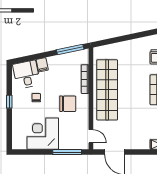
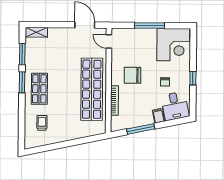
window: (70, 50) -> (141, 129), moved
corner desk: (43, 134) -> (173, 45), moved
window: (67, 152) -> (149, 26), moved

